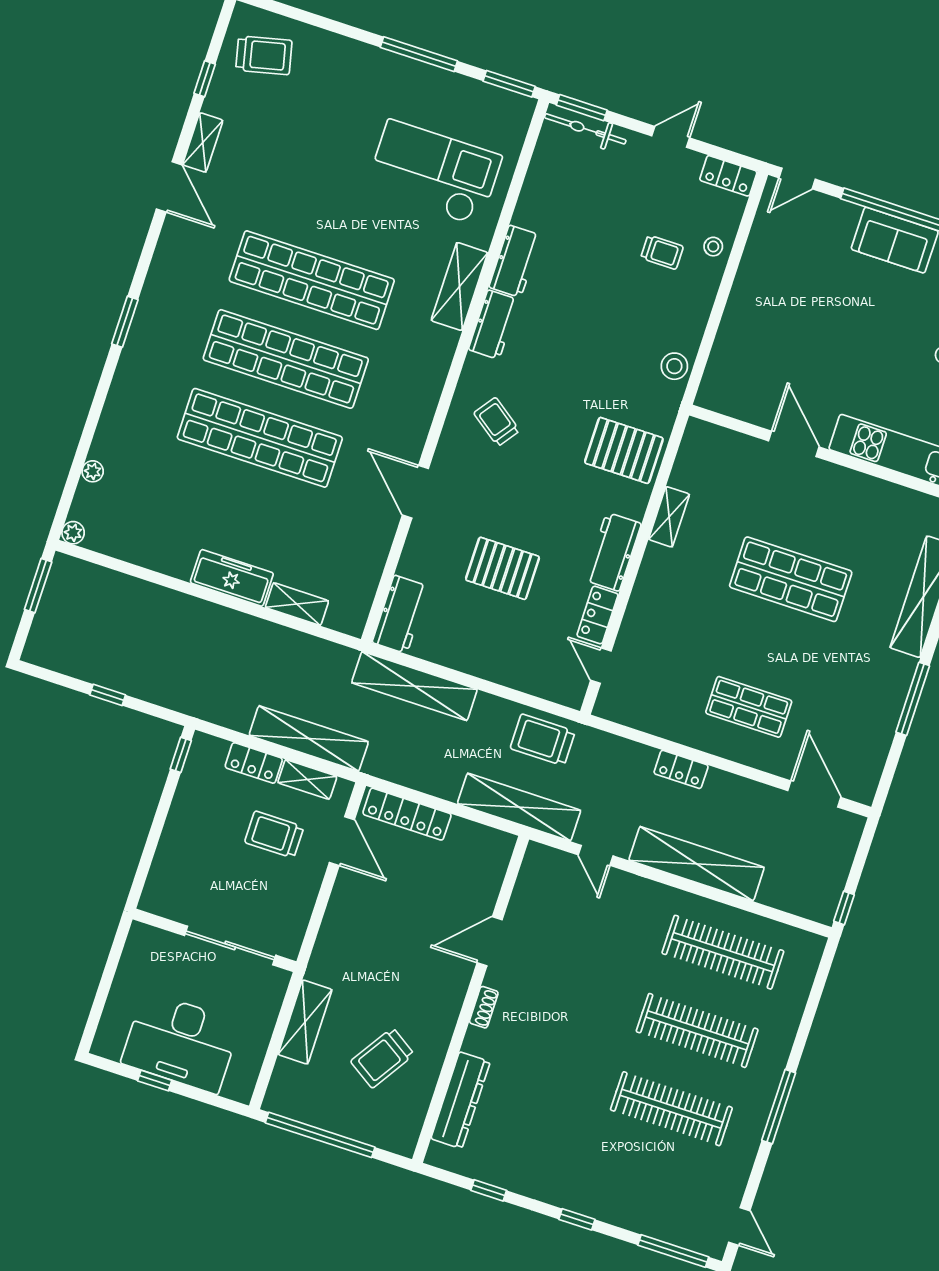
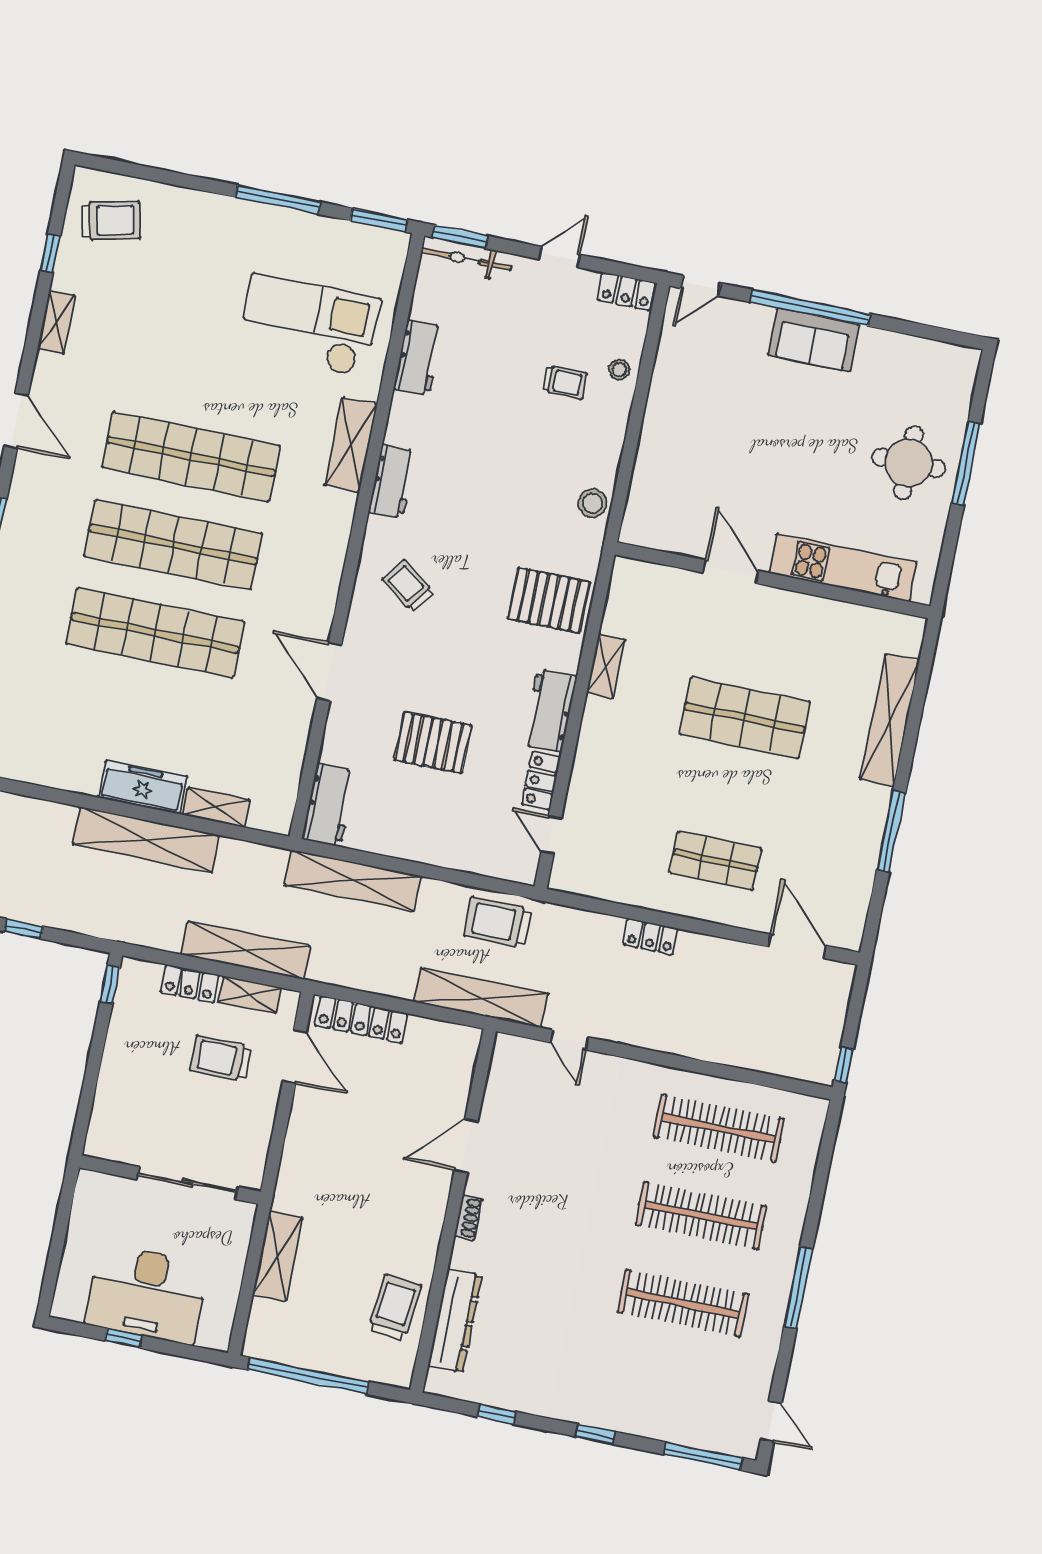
door: (169, 187) -> (16, 420), moved
workbench: (515, 261) -> (418, 358), moved
shelving: (697, 864) -> (146, 840), moved
trolley: (382, 1058) -> (395, 1308), moved, turned 153

